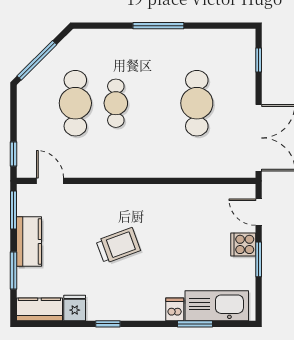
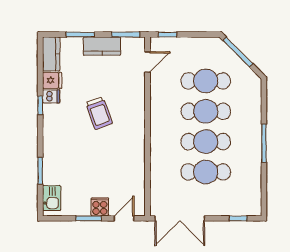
cafe table: (116, 103) -> (206, 111), width x1.37, depth x1.35
cafe table: (156, 103) -> (206, 142), added
kitchen sink: (217, 306) -> (52, 198), width x0.53, depth x0.81
dishwasher: (175, 309) -> (51, 96), moved

